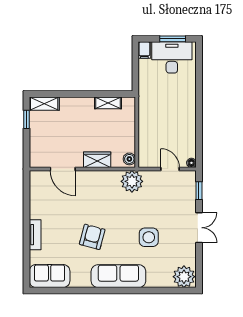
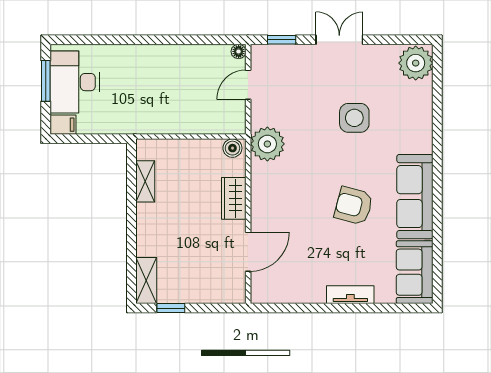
sofa: (118, 276) -> (415, 197), moved

